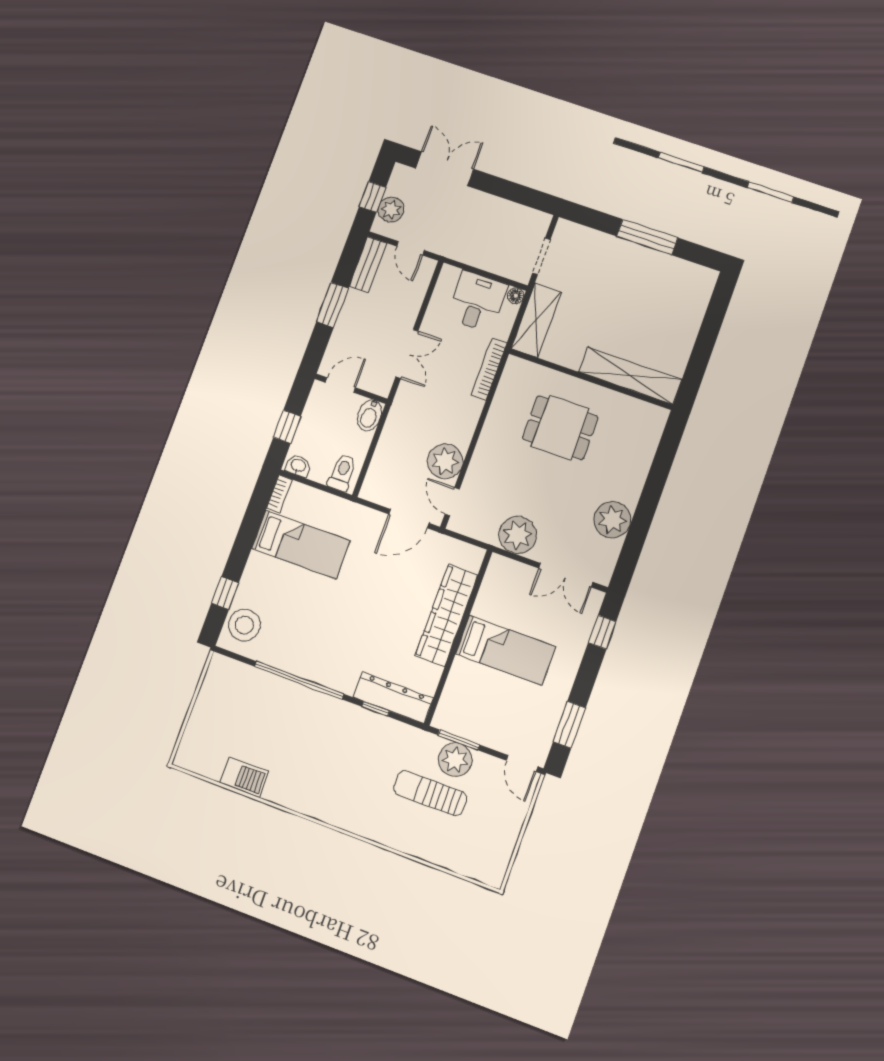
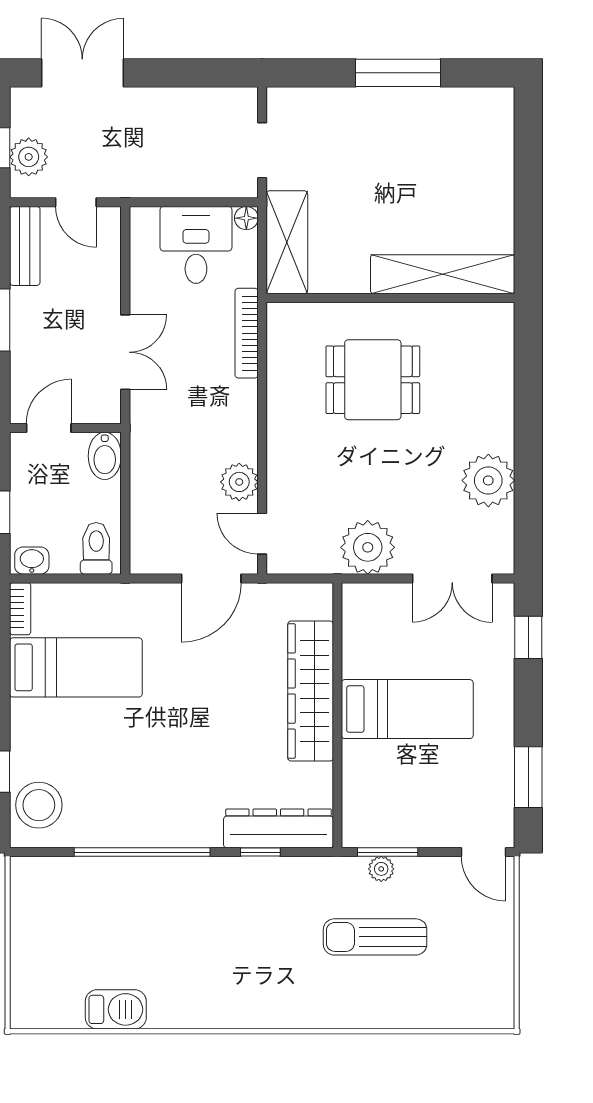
plant: (445, 461) -> (239, 482), width x0.73, depth x0.73
plant: (455, 760) -> (381, 869), width x0.53, depth x0.53

